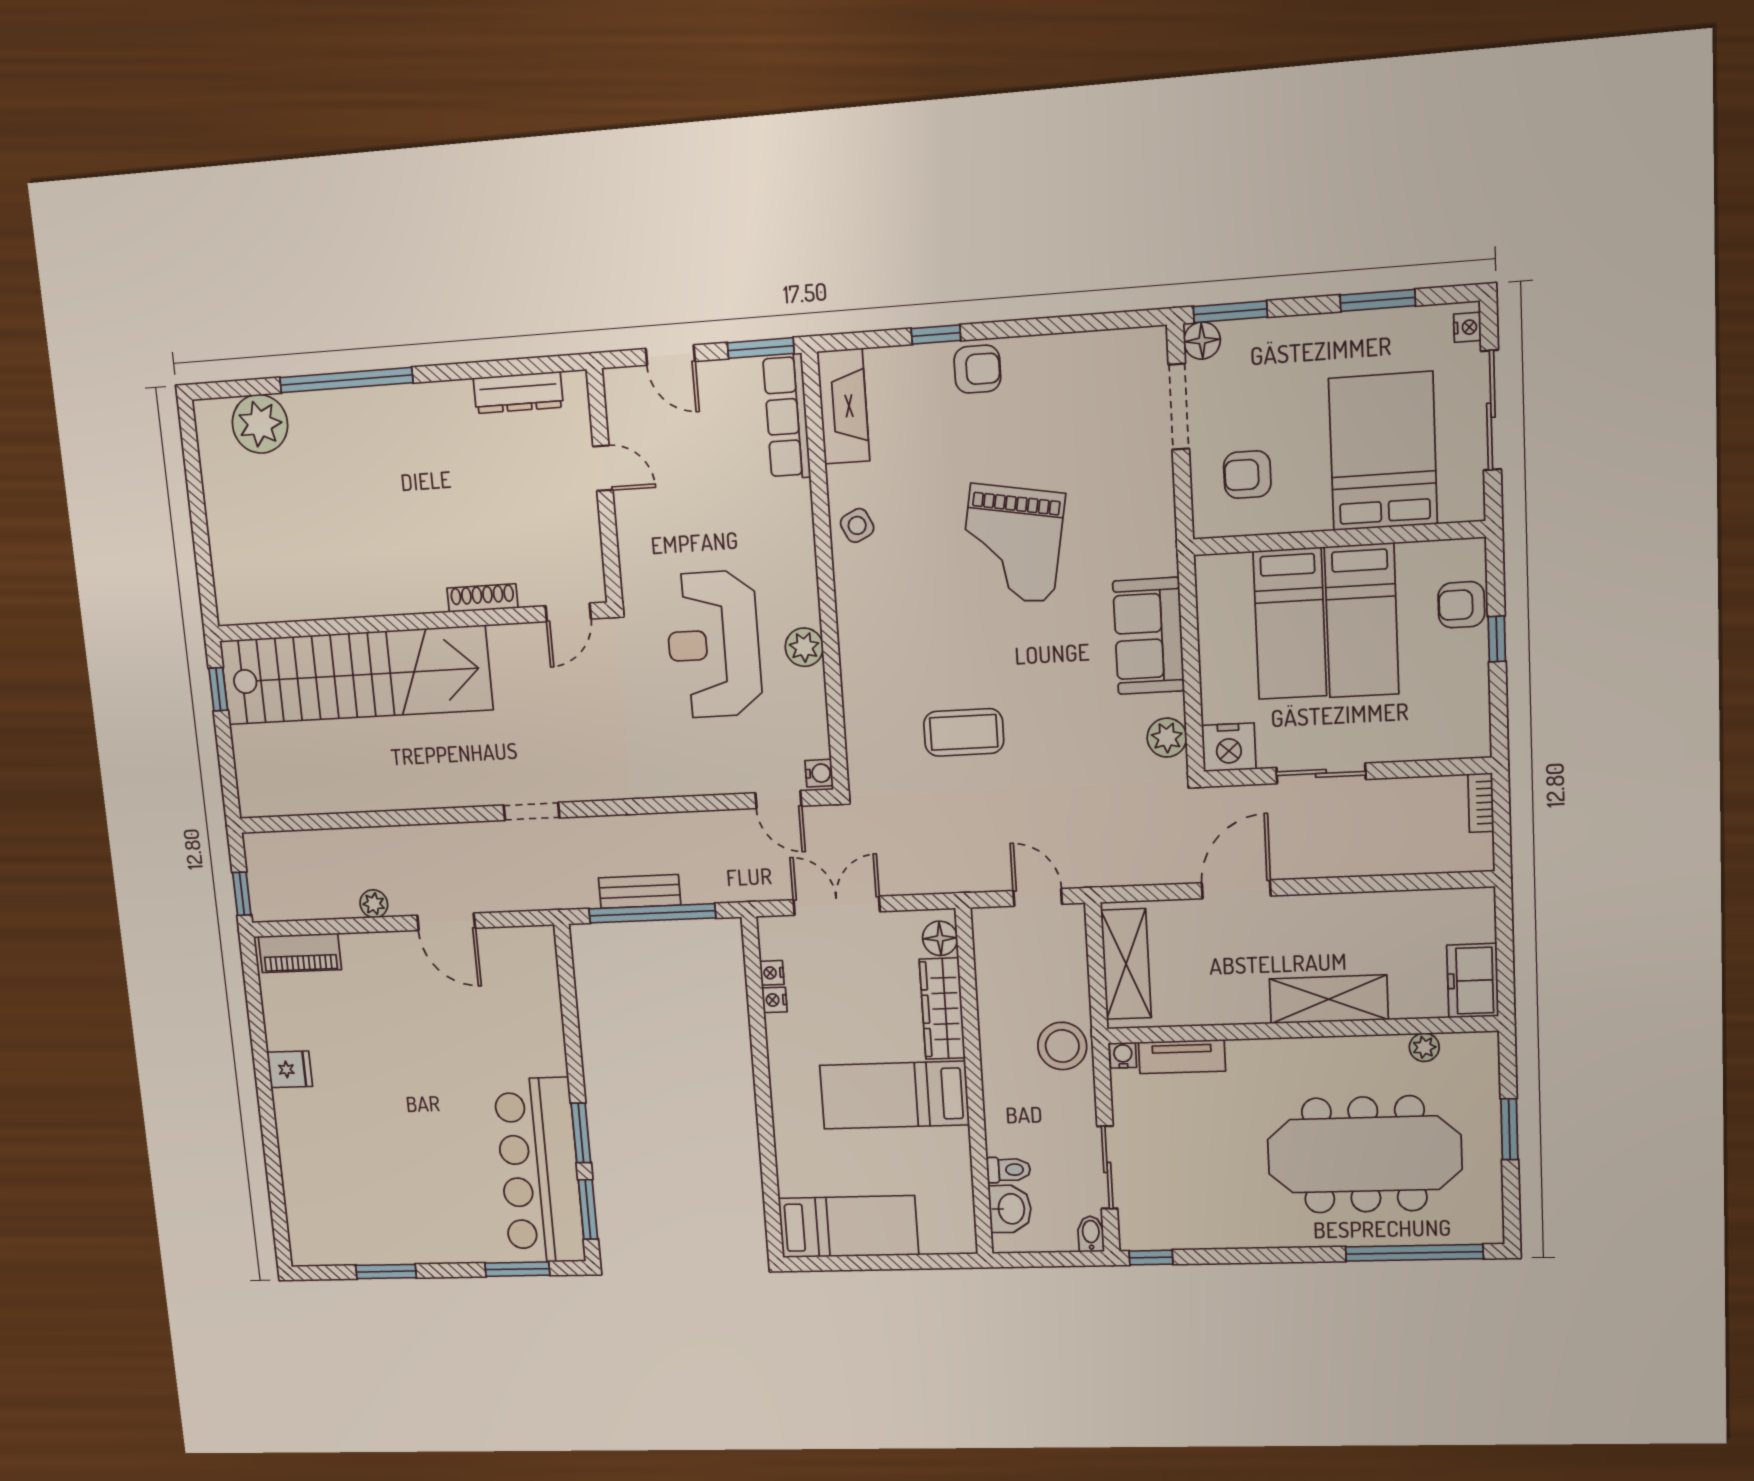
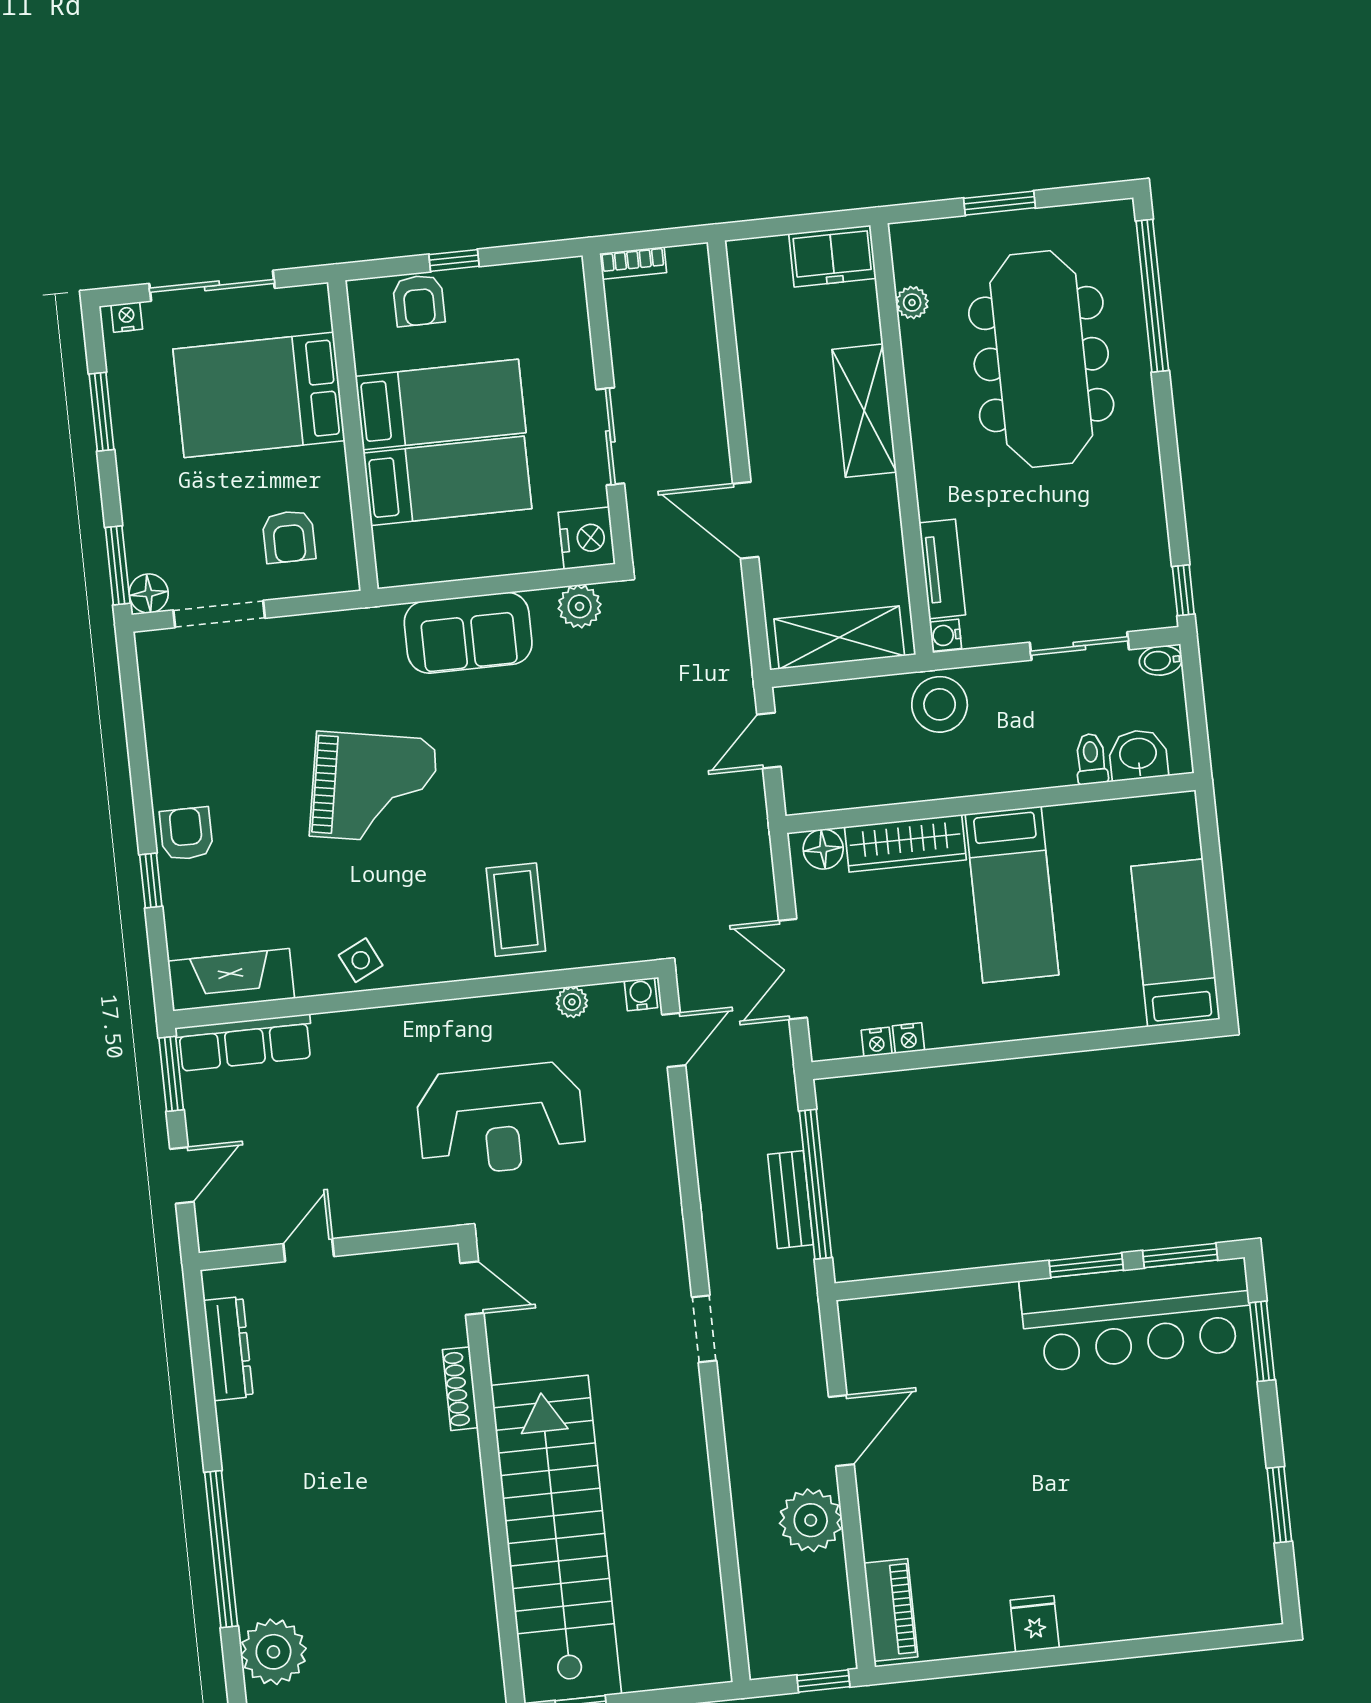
plant: (804, 647) -> (572, 1002), moved, width x0.73, depth x0.73
coffee table: (964, 732) -> (516, 910), moved
plant: (374, 904) -> (811, 1520), width x1.87, depth x1.87

